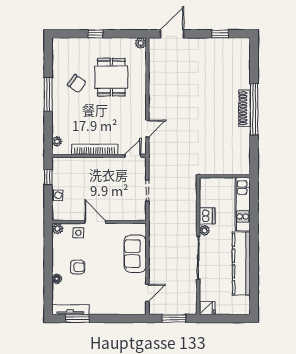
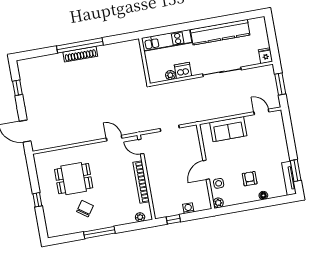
plant: (141, 43) -> (38, 158), removed
plant: (205, 230) -> (170, 75), moved

